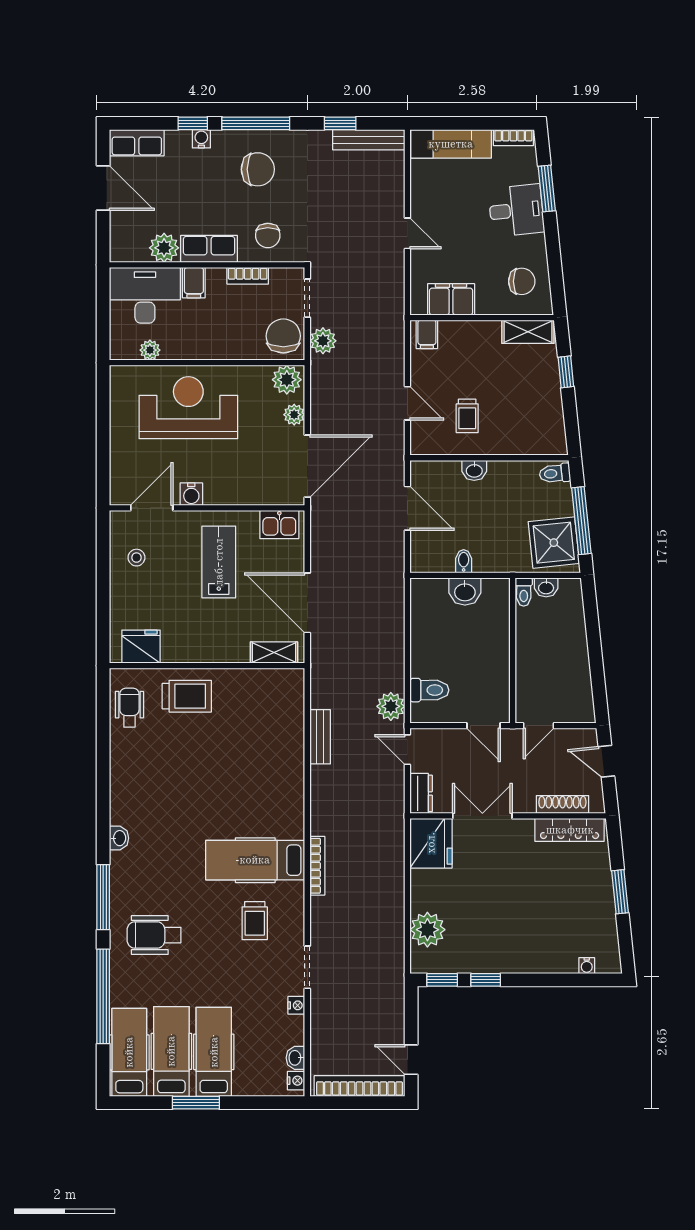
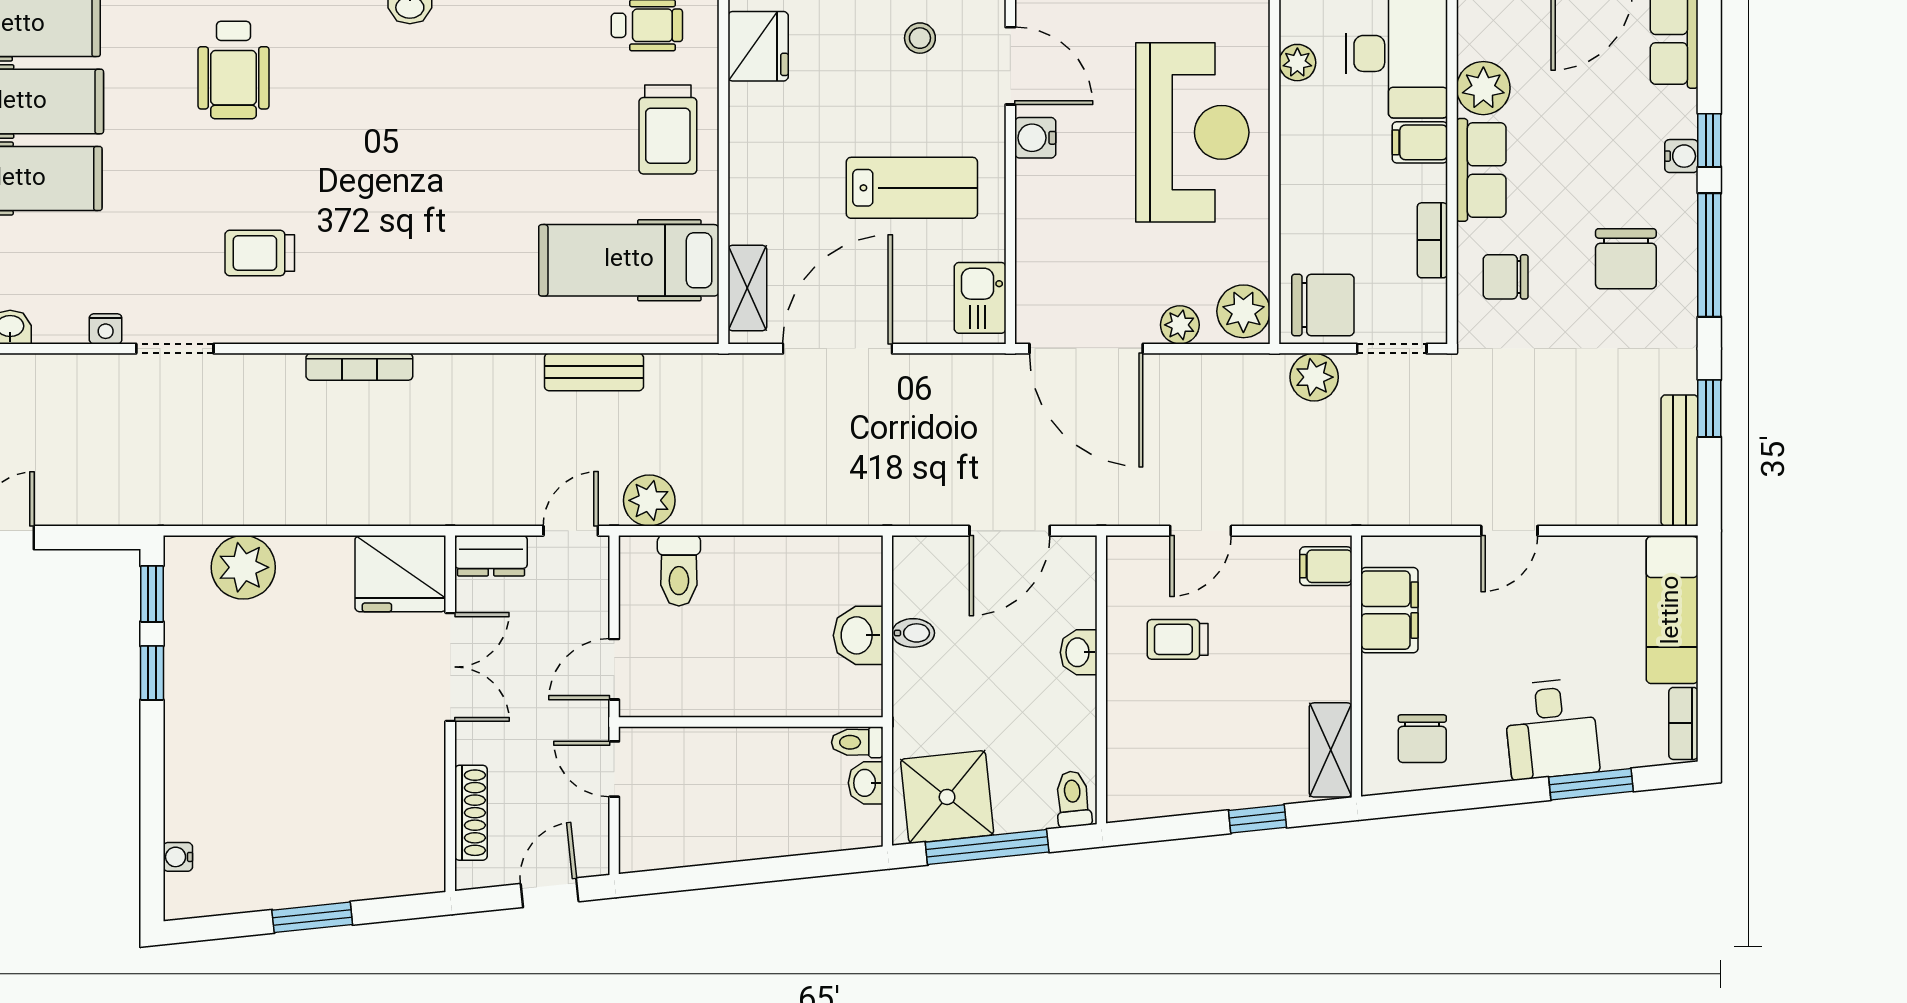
locker: (570, 830) -> (425, 826), removed
hospital bed: (255, 860) -> (629, 260), moved, turned -90
wheelchair: (154, 935) -> (234, 70), turned 180

